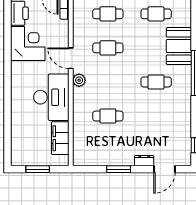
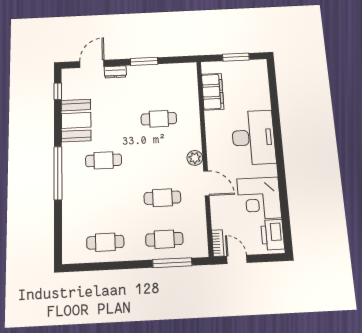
booth: (179, 46) -> (76, 120), moved
desk: (51, 97) -> (253, 137), moved, turned 180

